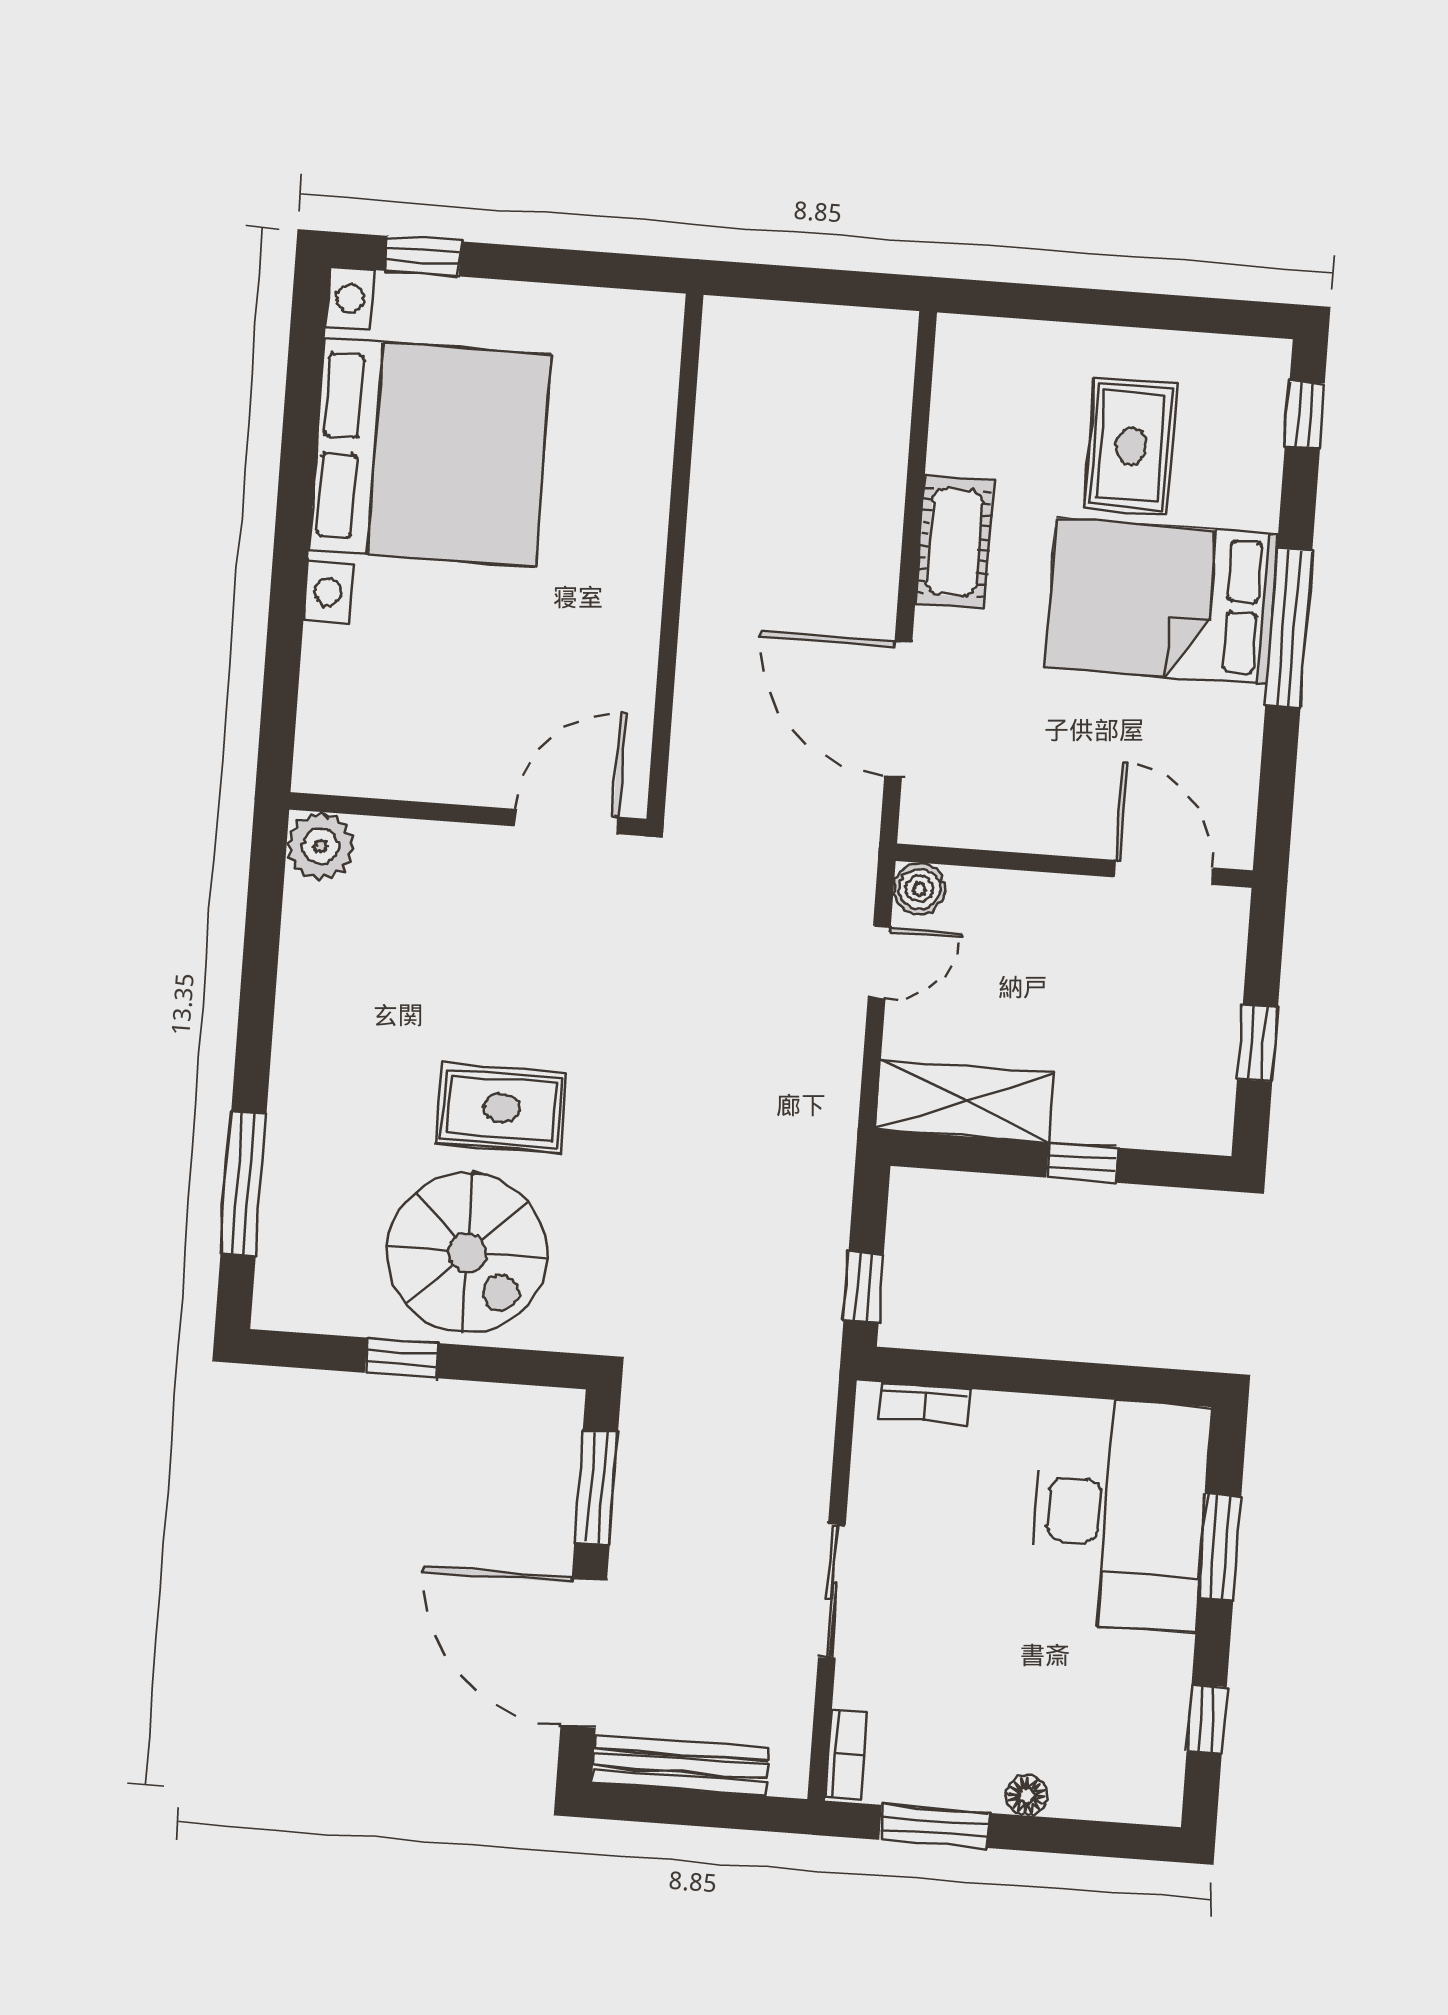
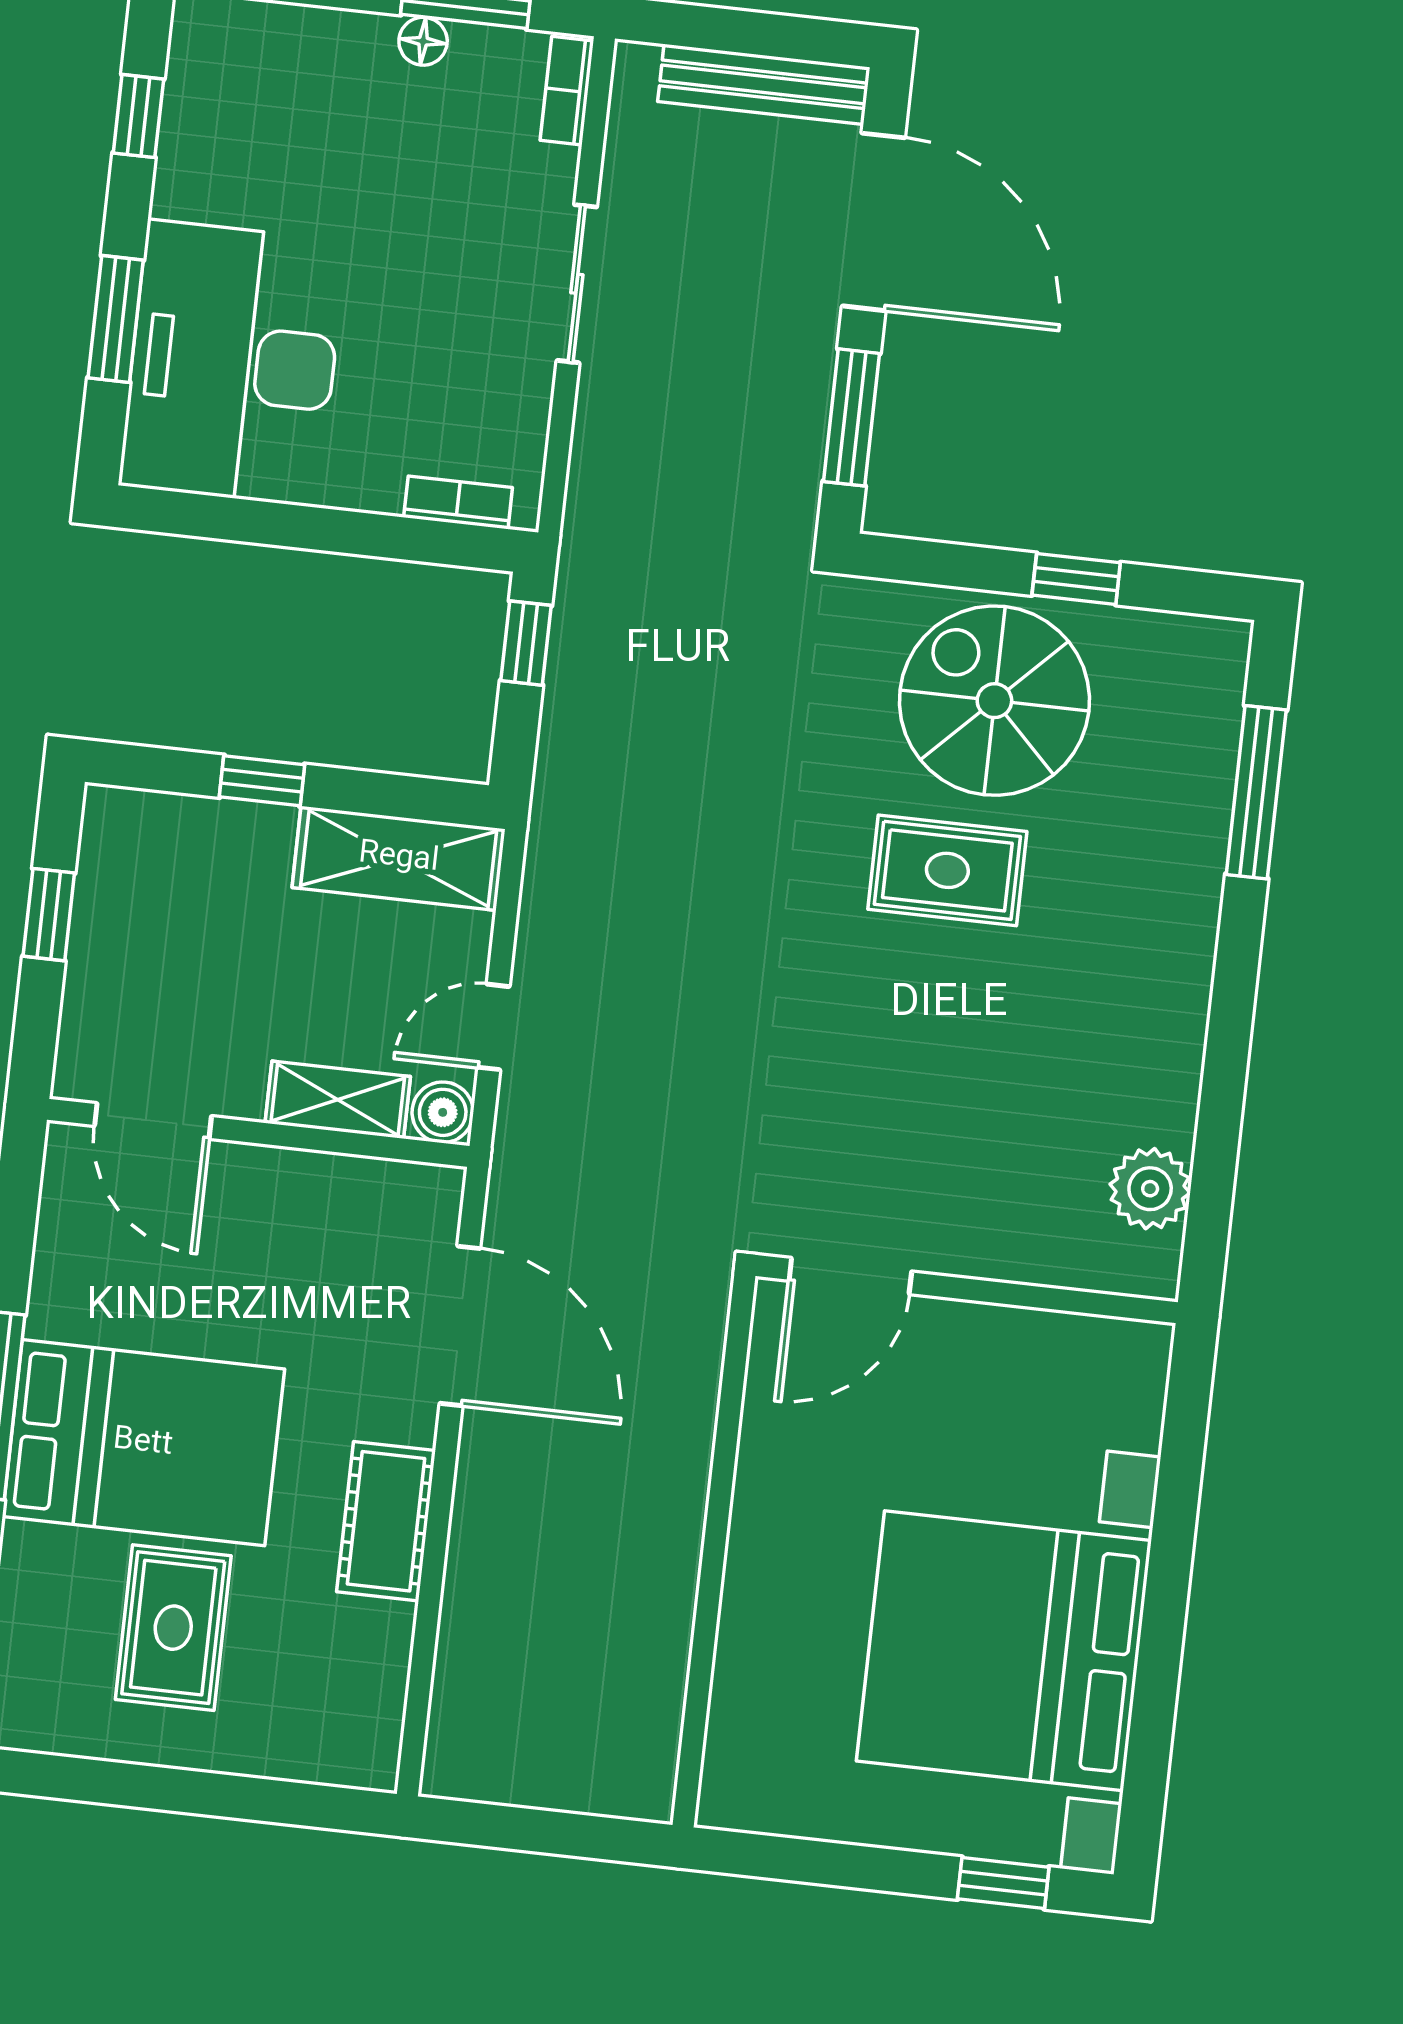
wall: (468, 814) -> (967, 1289), moved
door: (566, 822) -> (850, 1276), moved
shelving: (1008, 896) -> (338, 1100), added
floor lamp: (1026, 1795) -> (423, 41), moved

